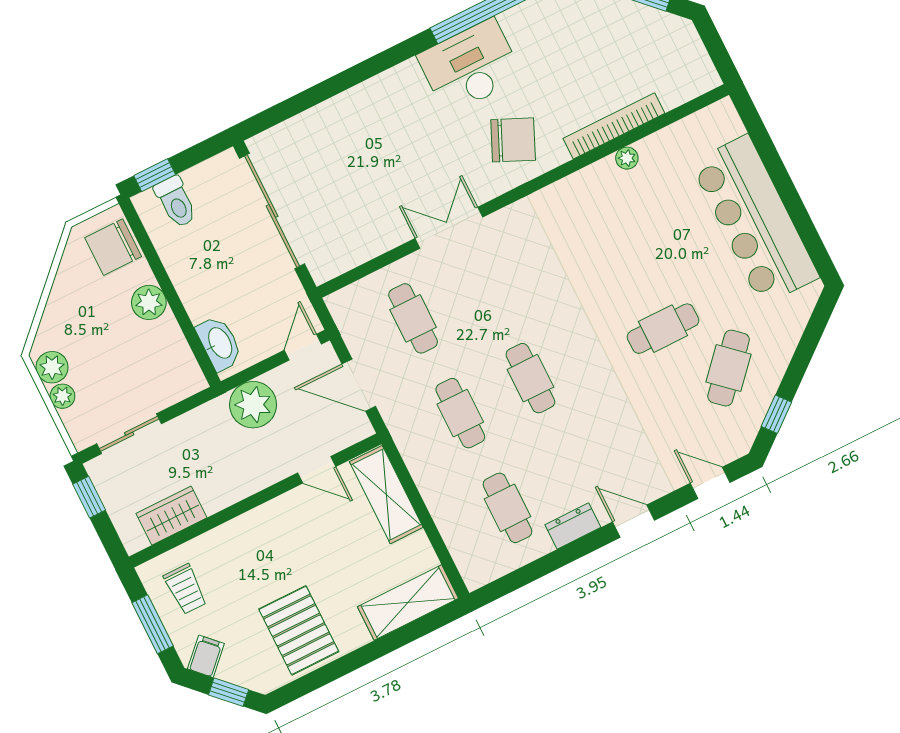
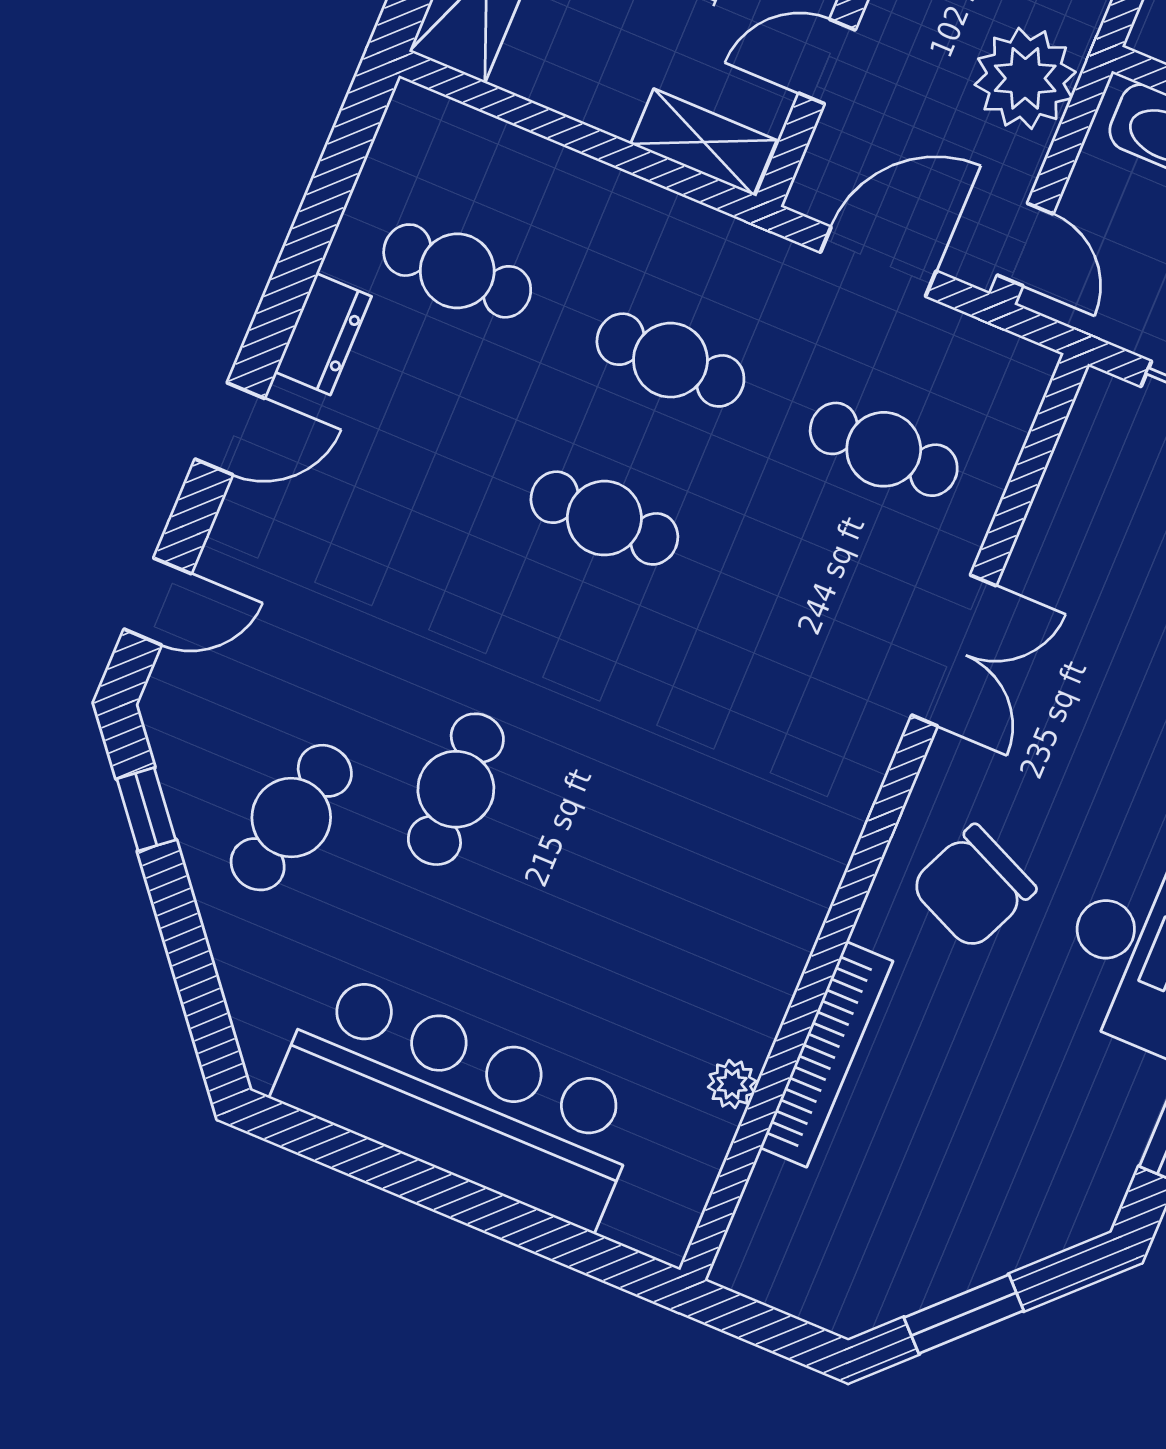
plant: (627, 158) -> (732, 1084), moved
cafe table: (729, 368) -> (291, 818), turned 61
shelving: (386, 495) -> (704, 142), width x0.67, depth x0.75

